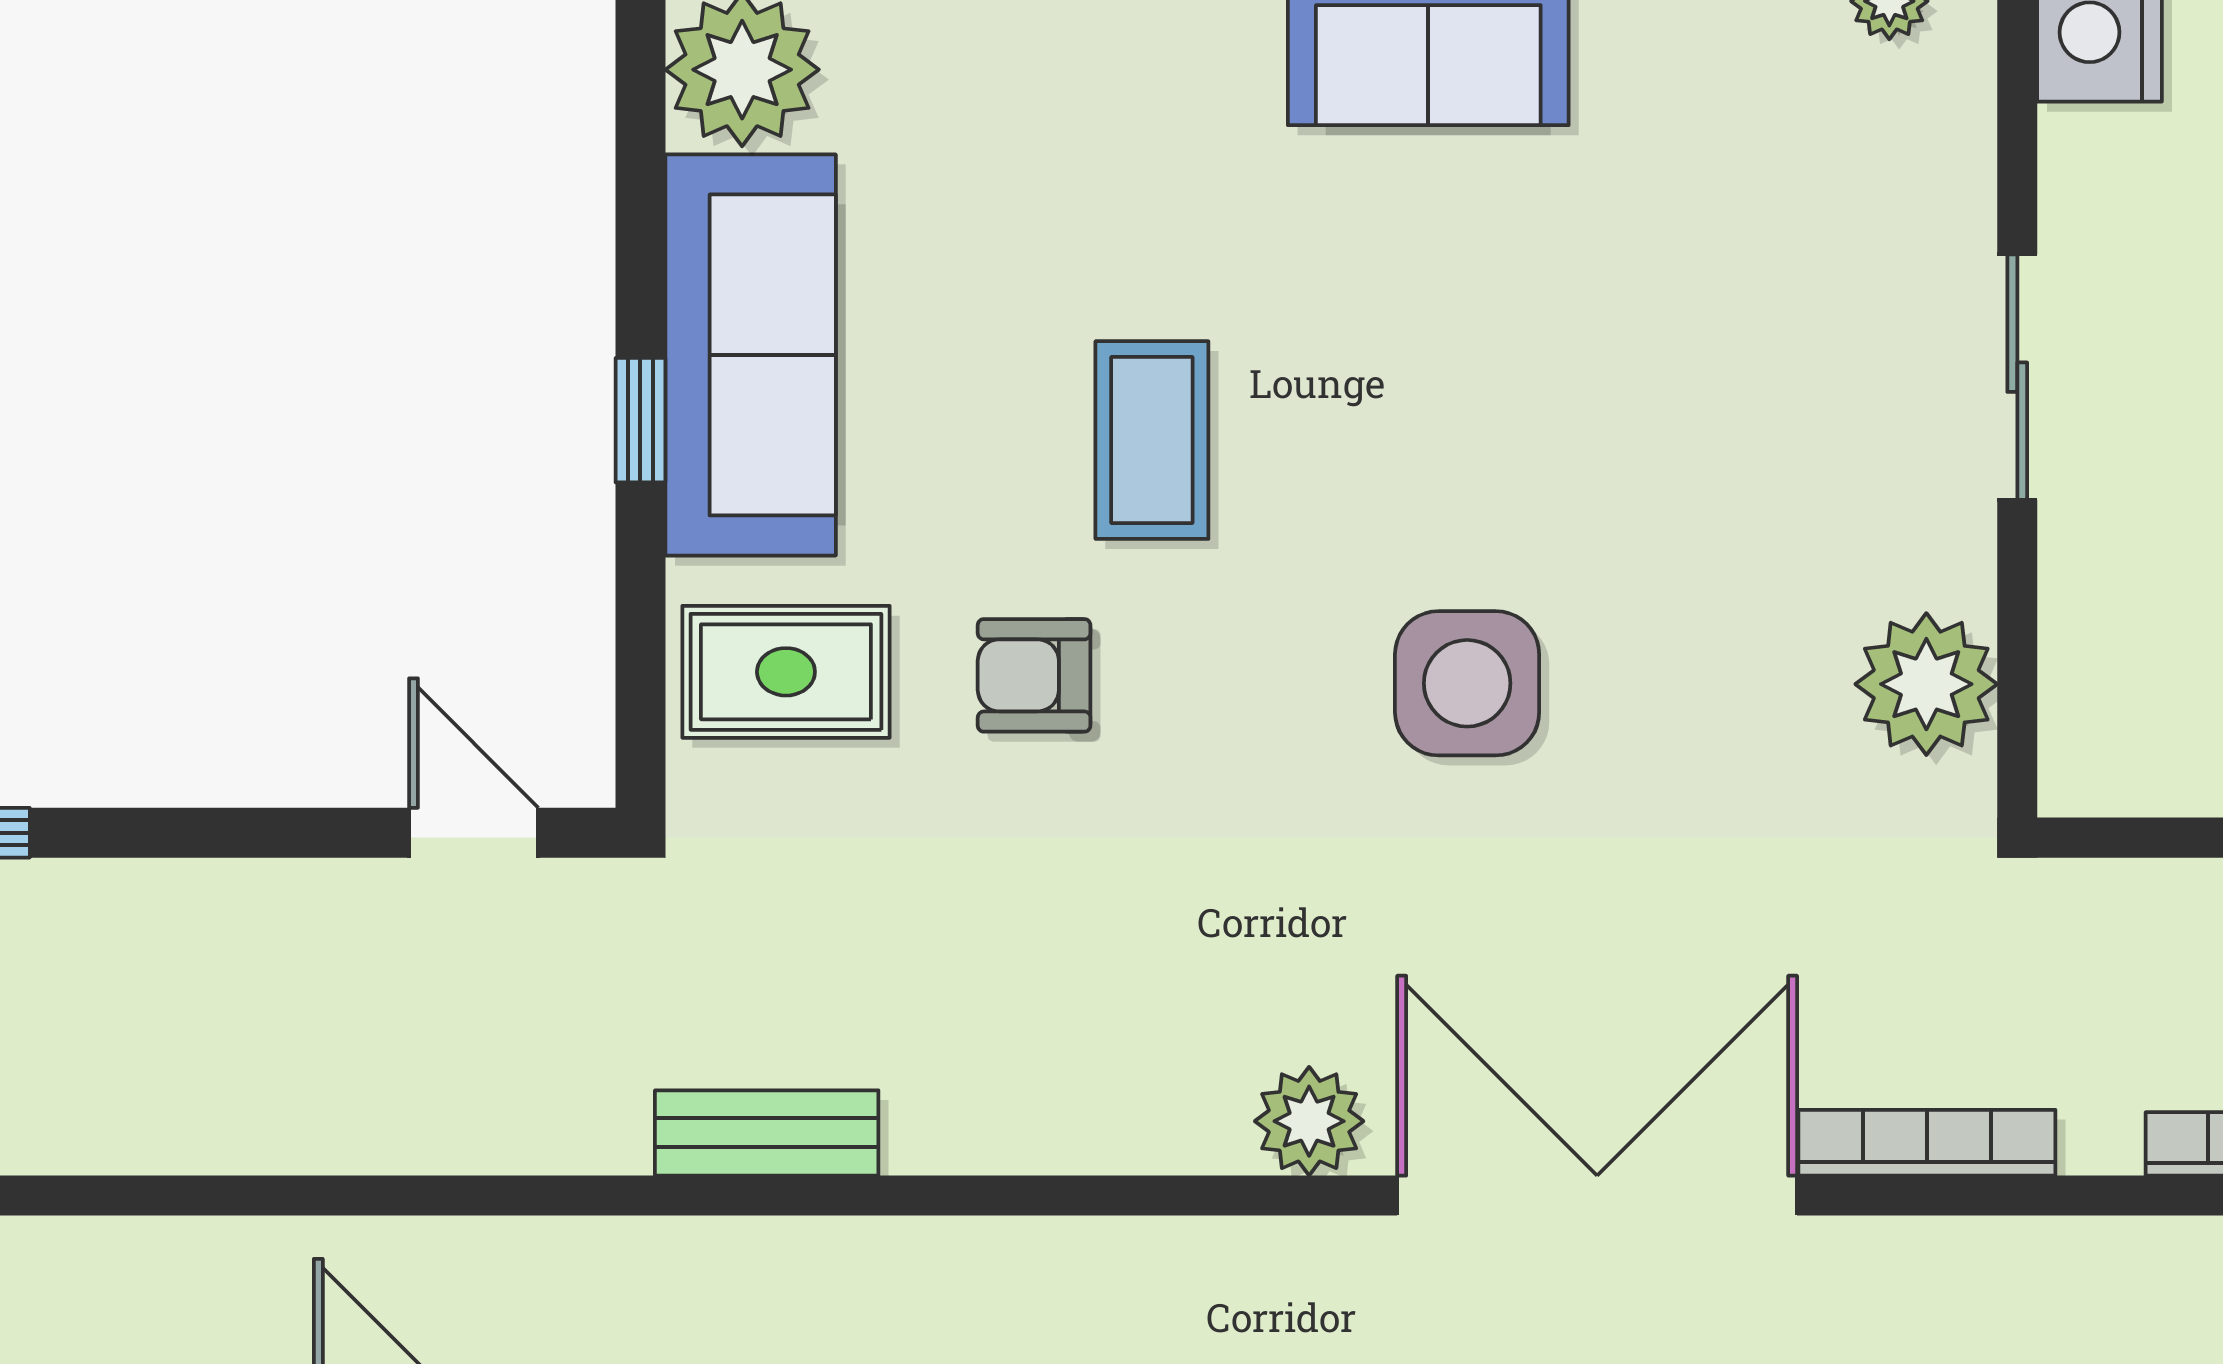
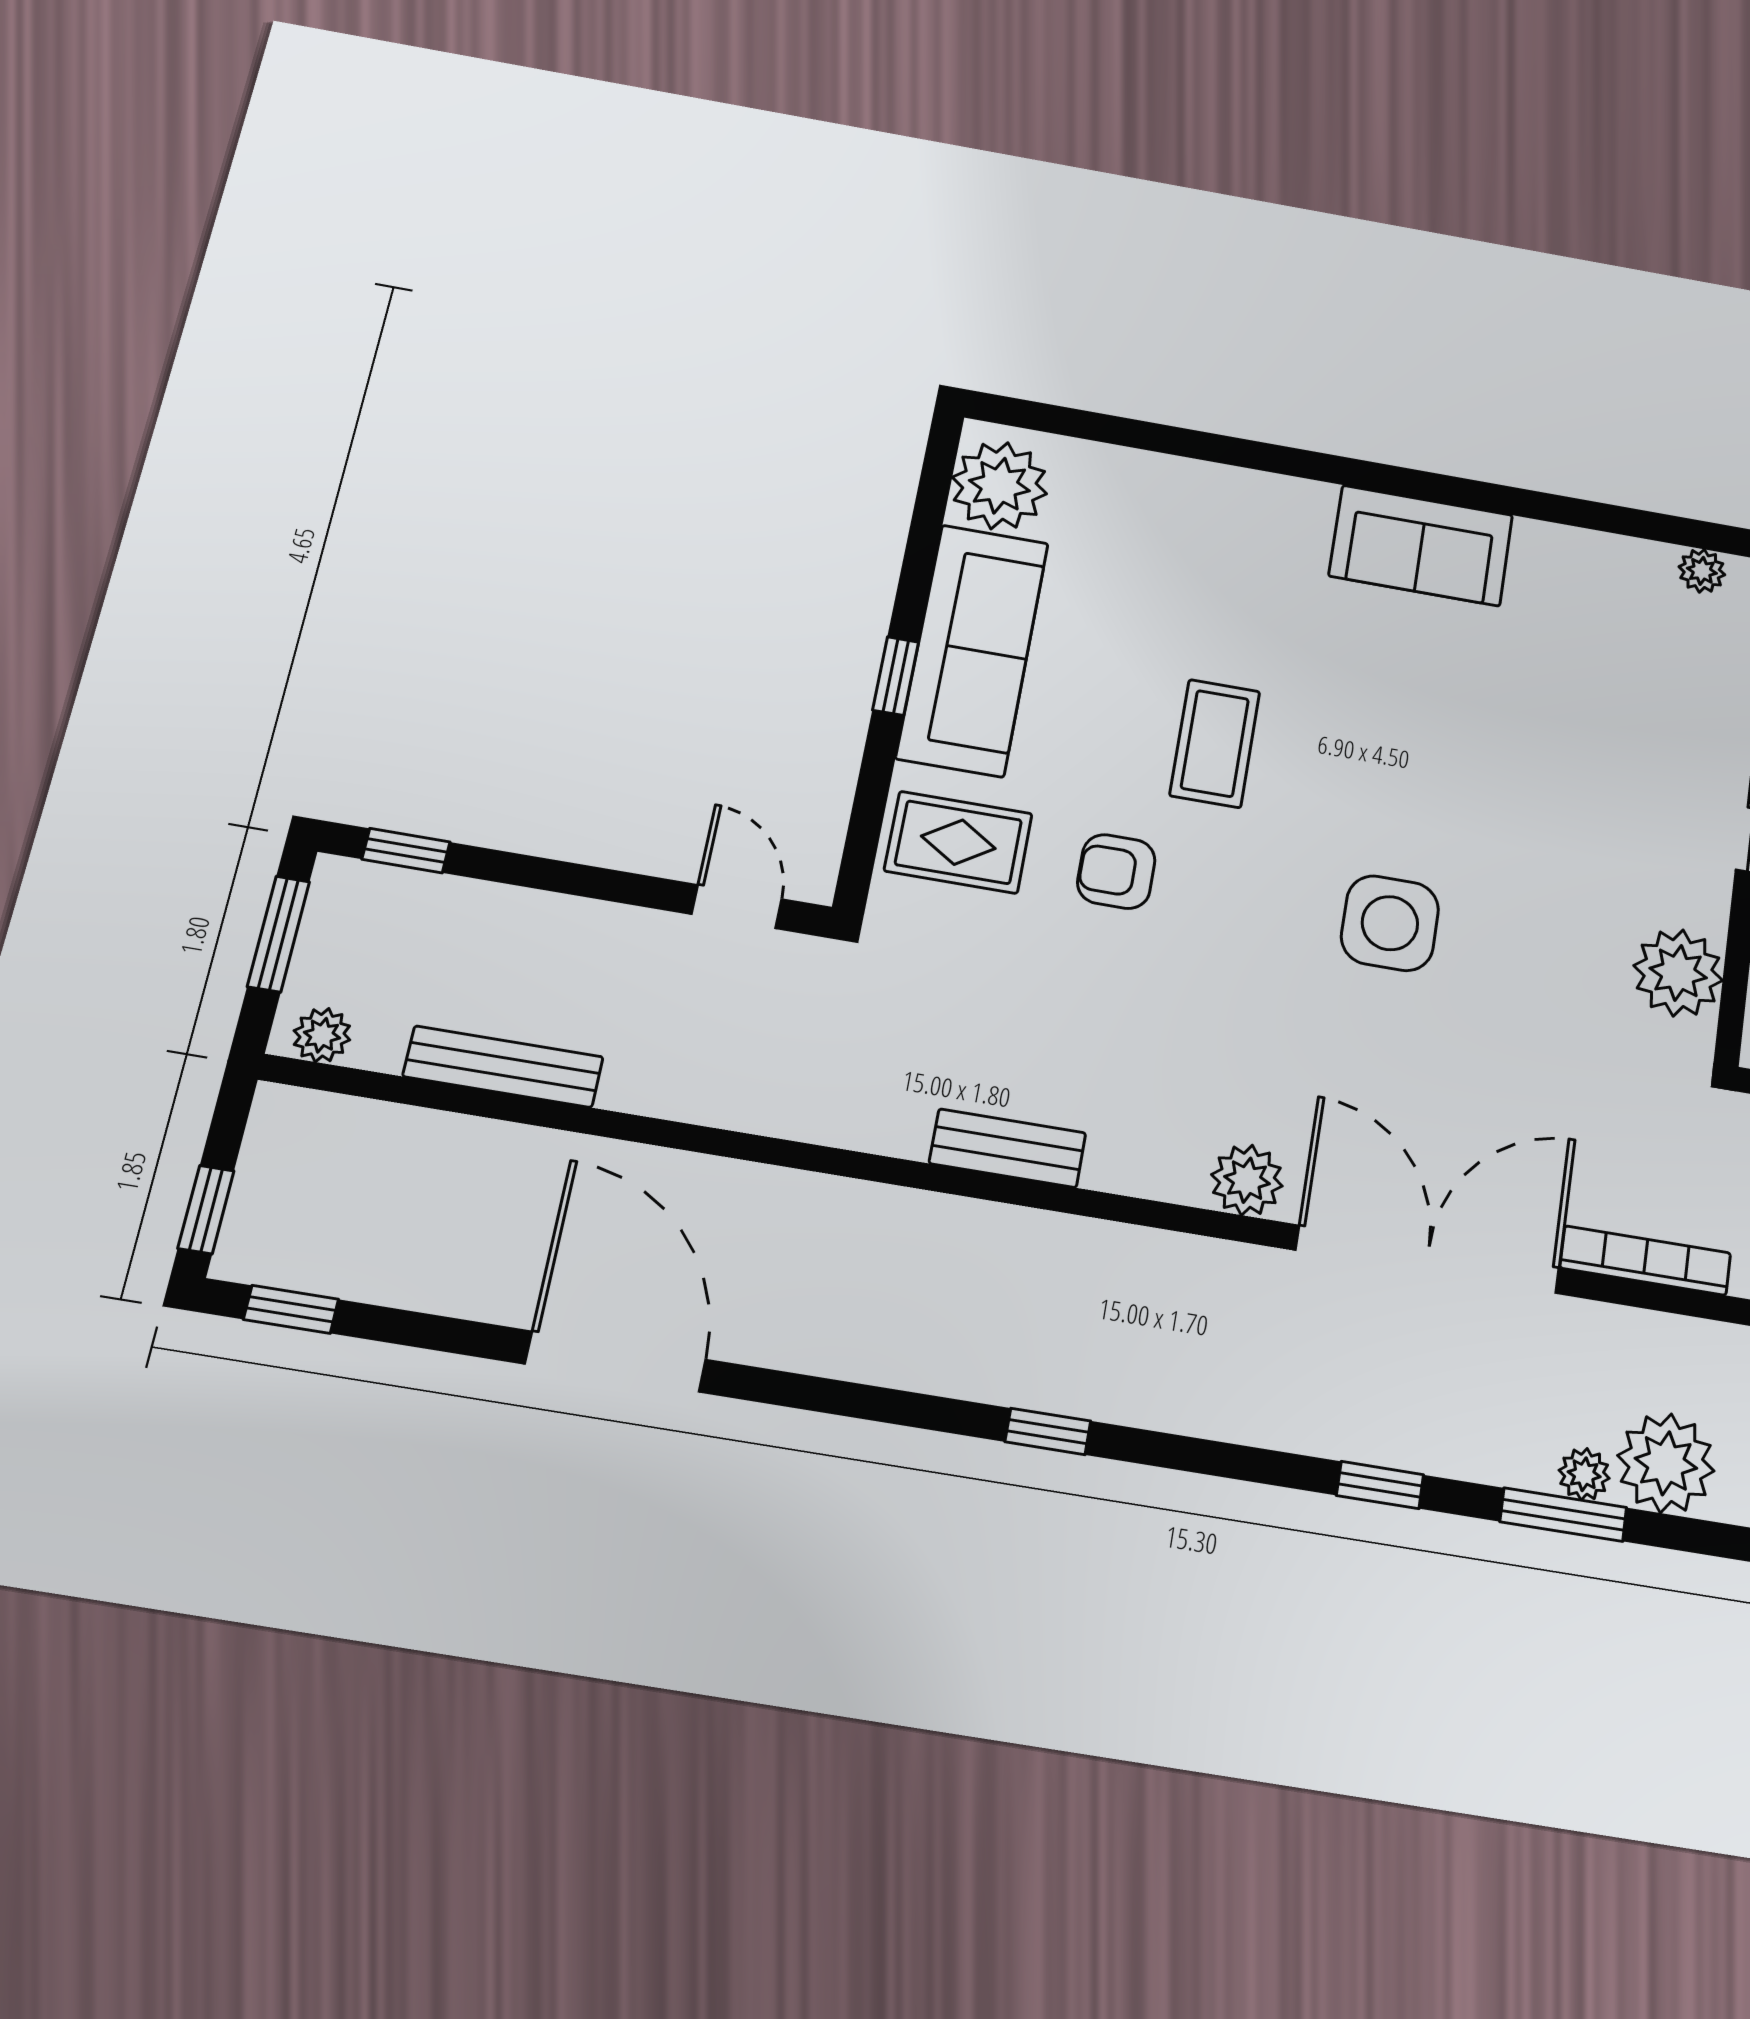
bench: (767, 1133) -> (1008, 1148), moved
bench: (185, 1136) -> (503, 1067), added

